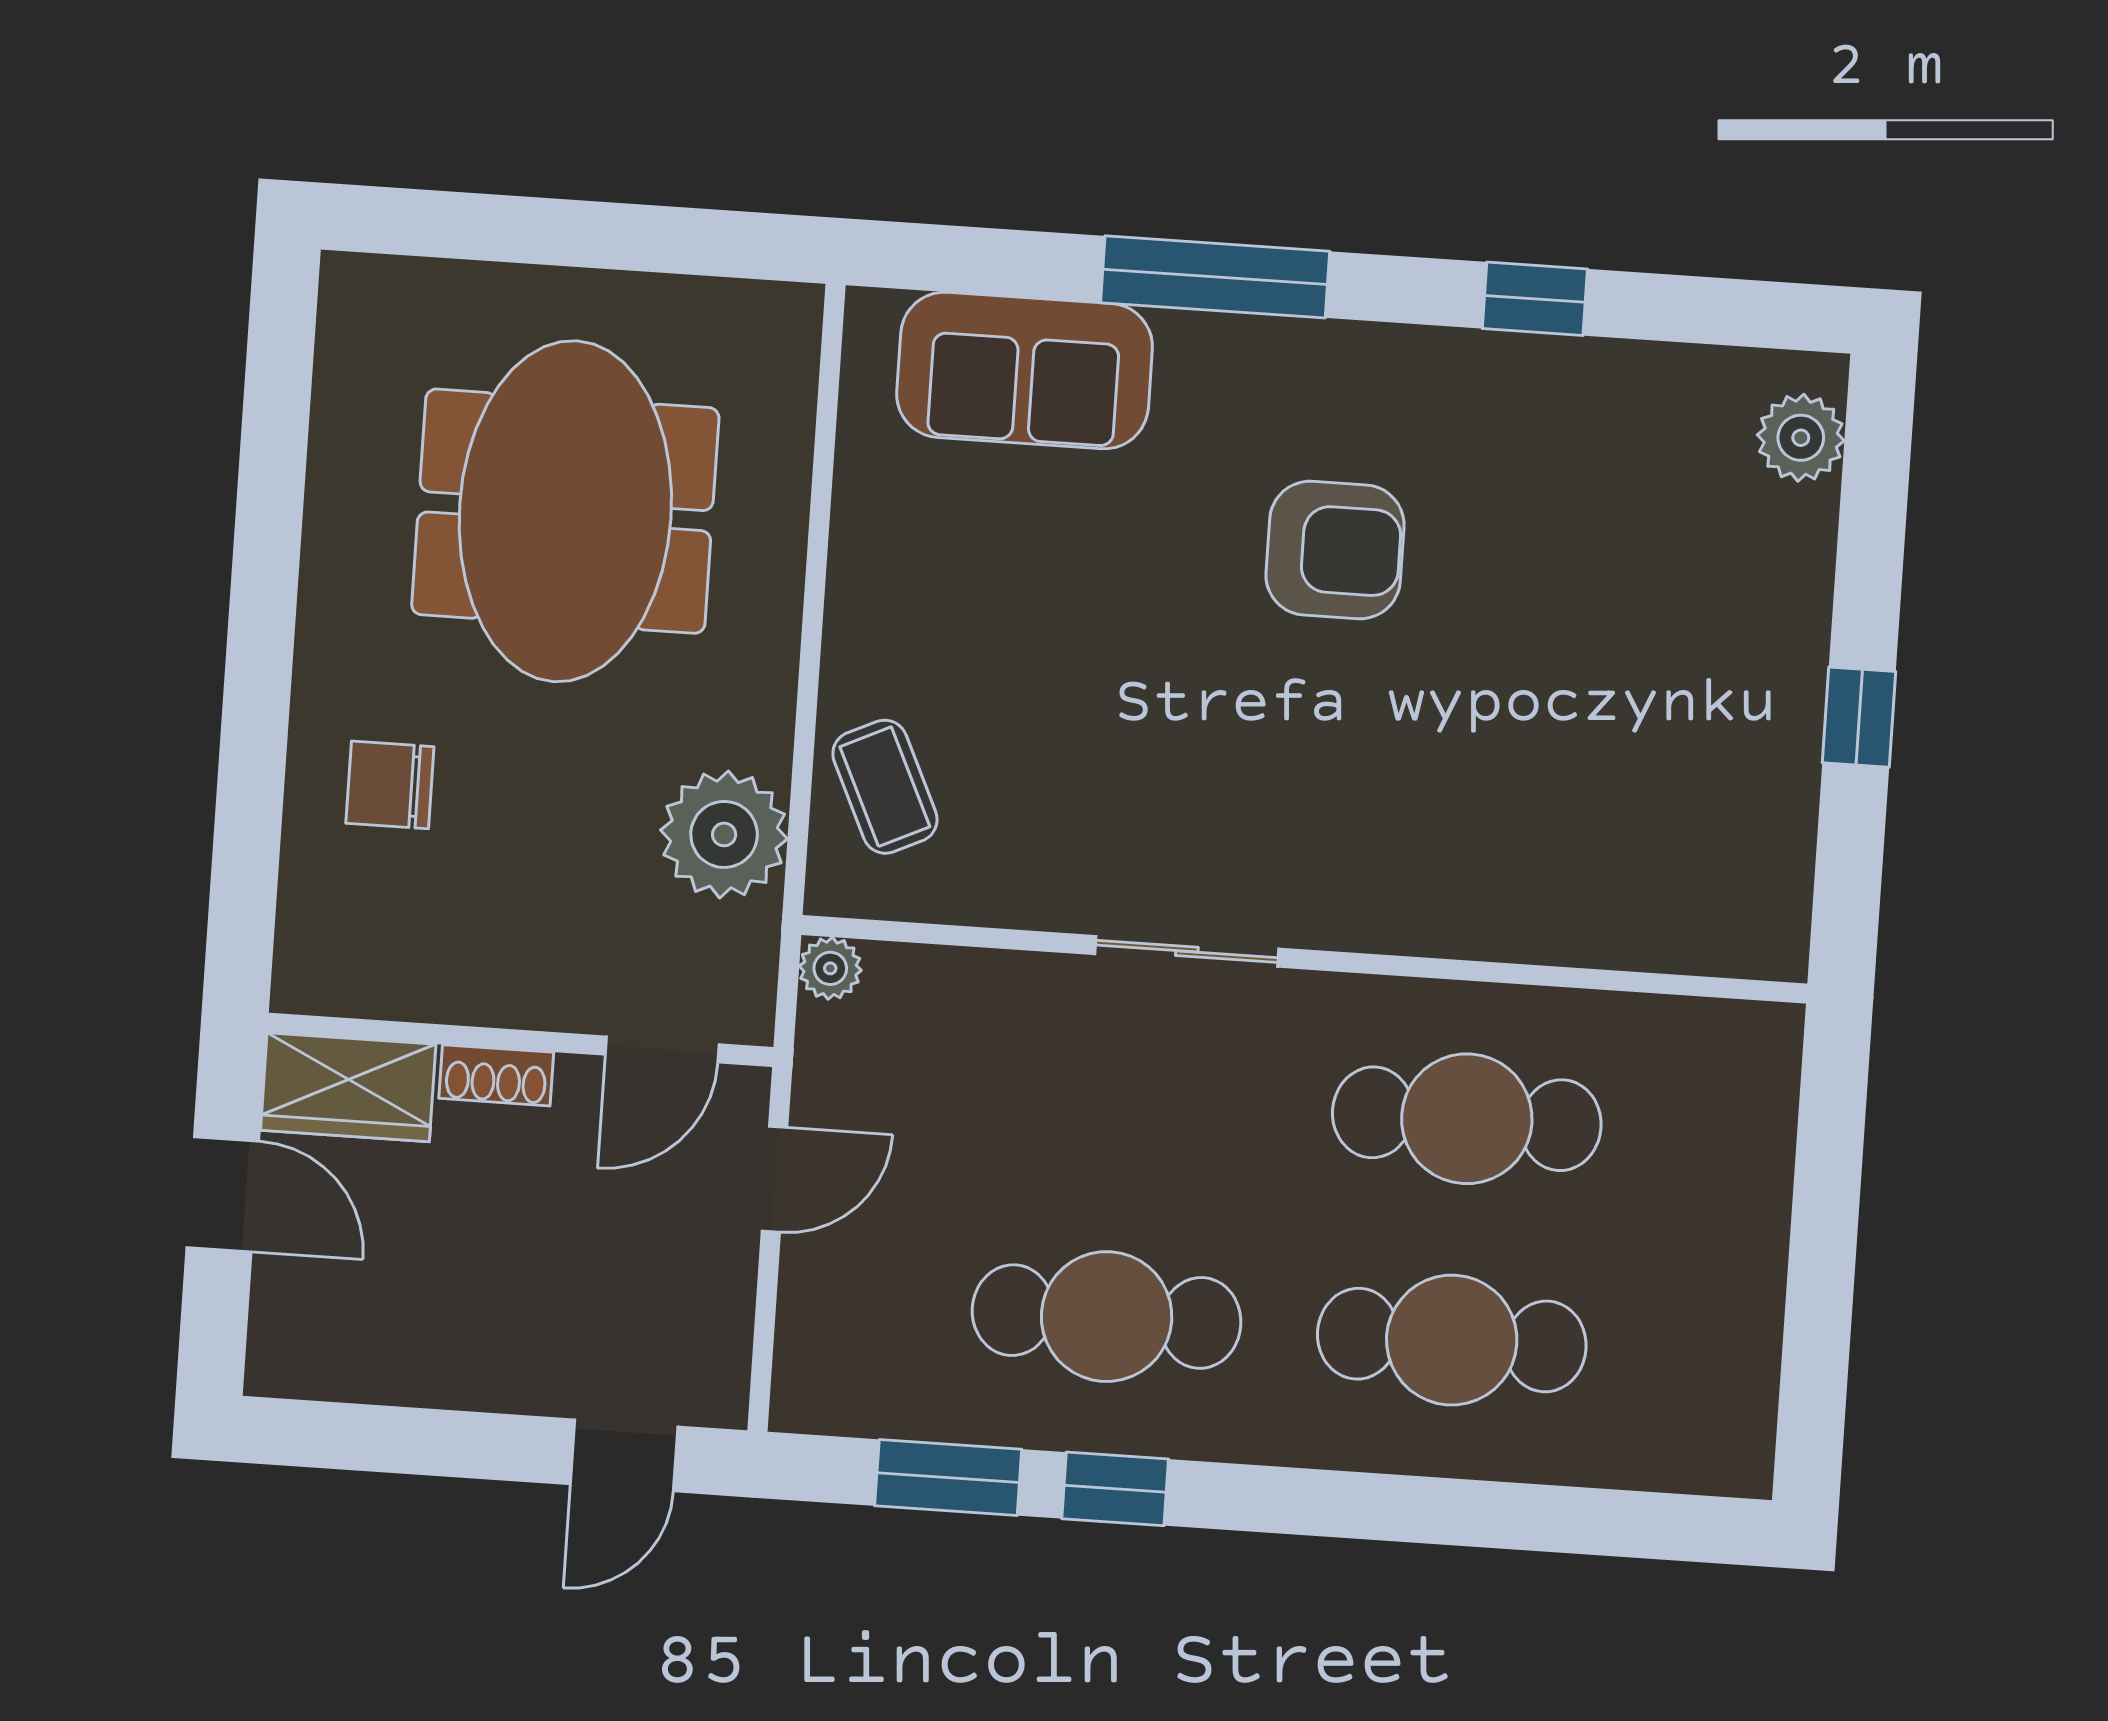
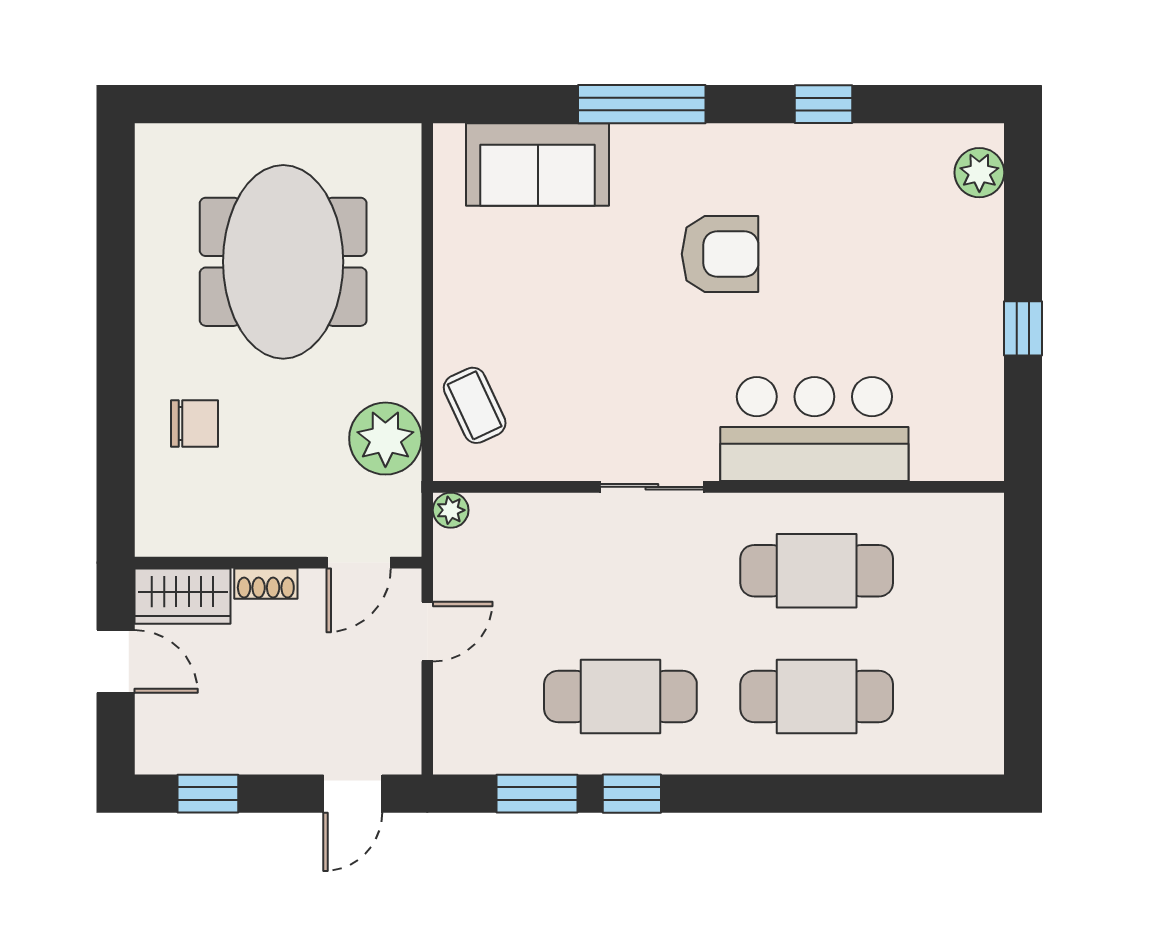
chair: (390, 785) -> (194, 423), turned 180
bar counter: (1480, 869) -> (814, 429), added
window: (369, 1438) -> (208, 794), added

